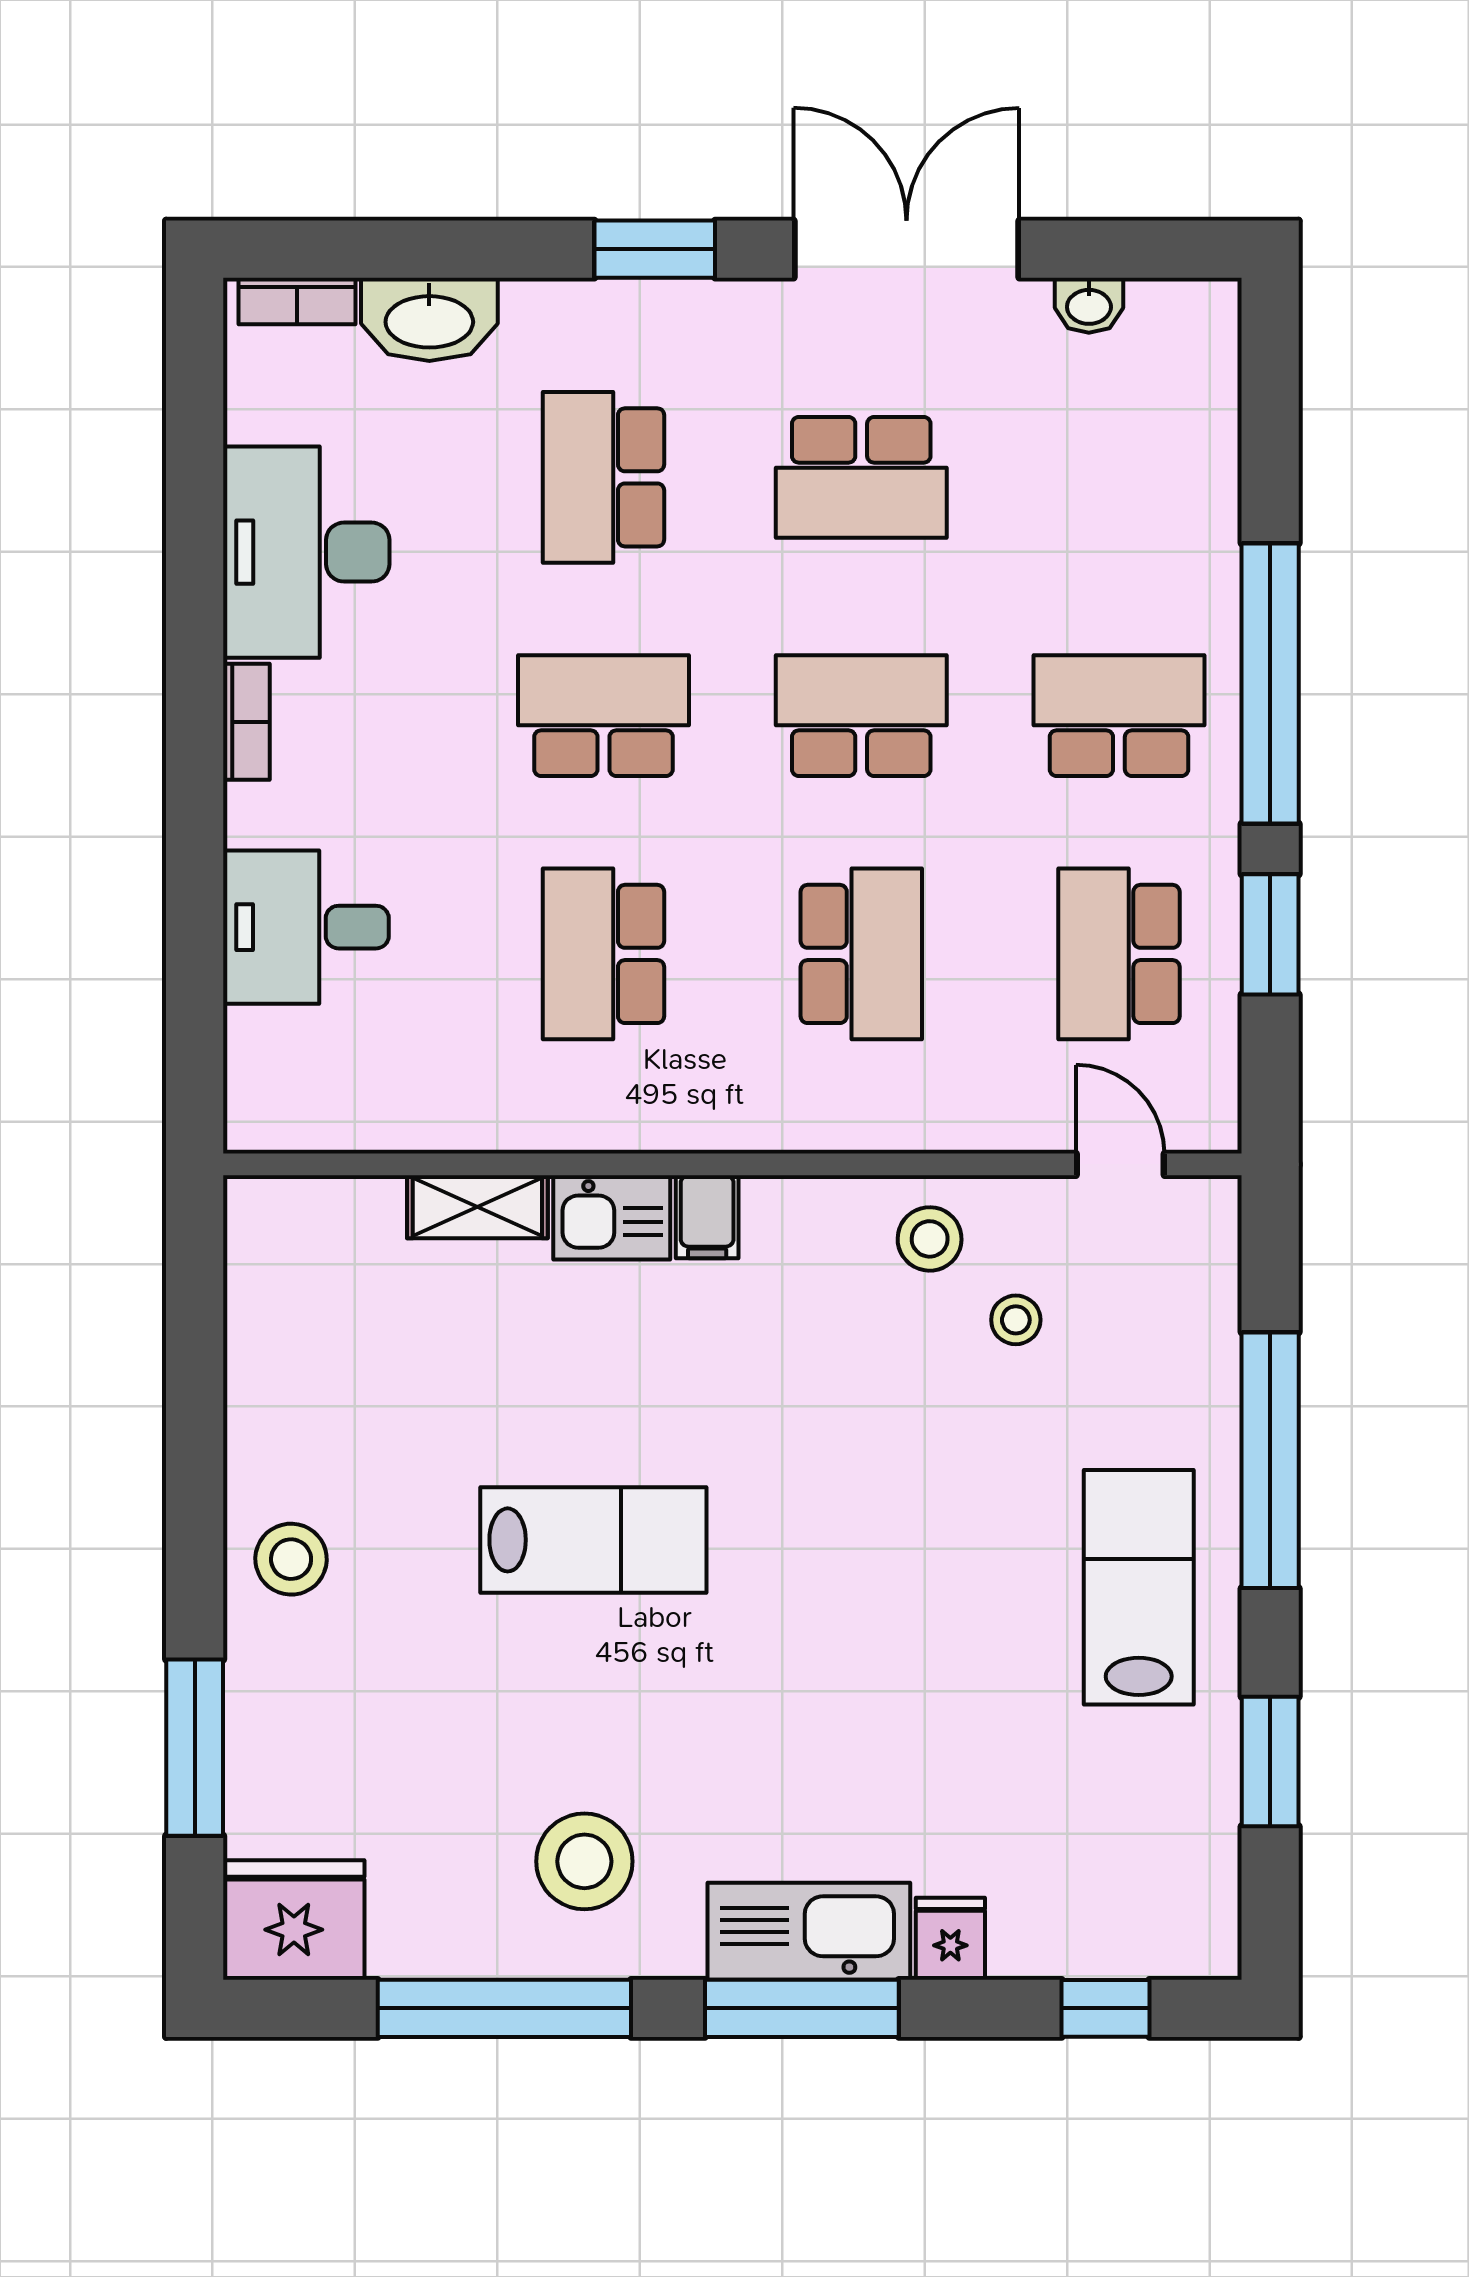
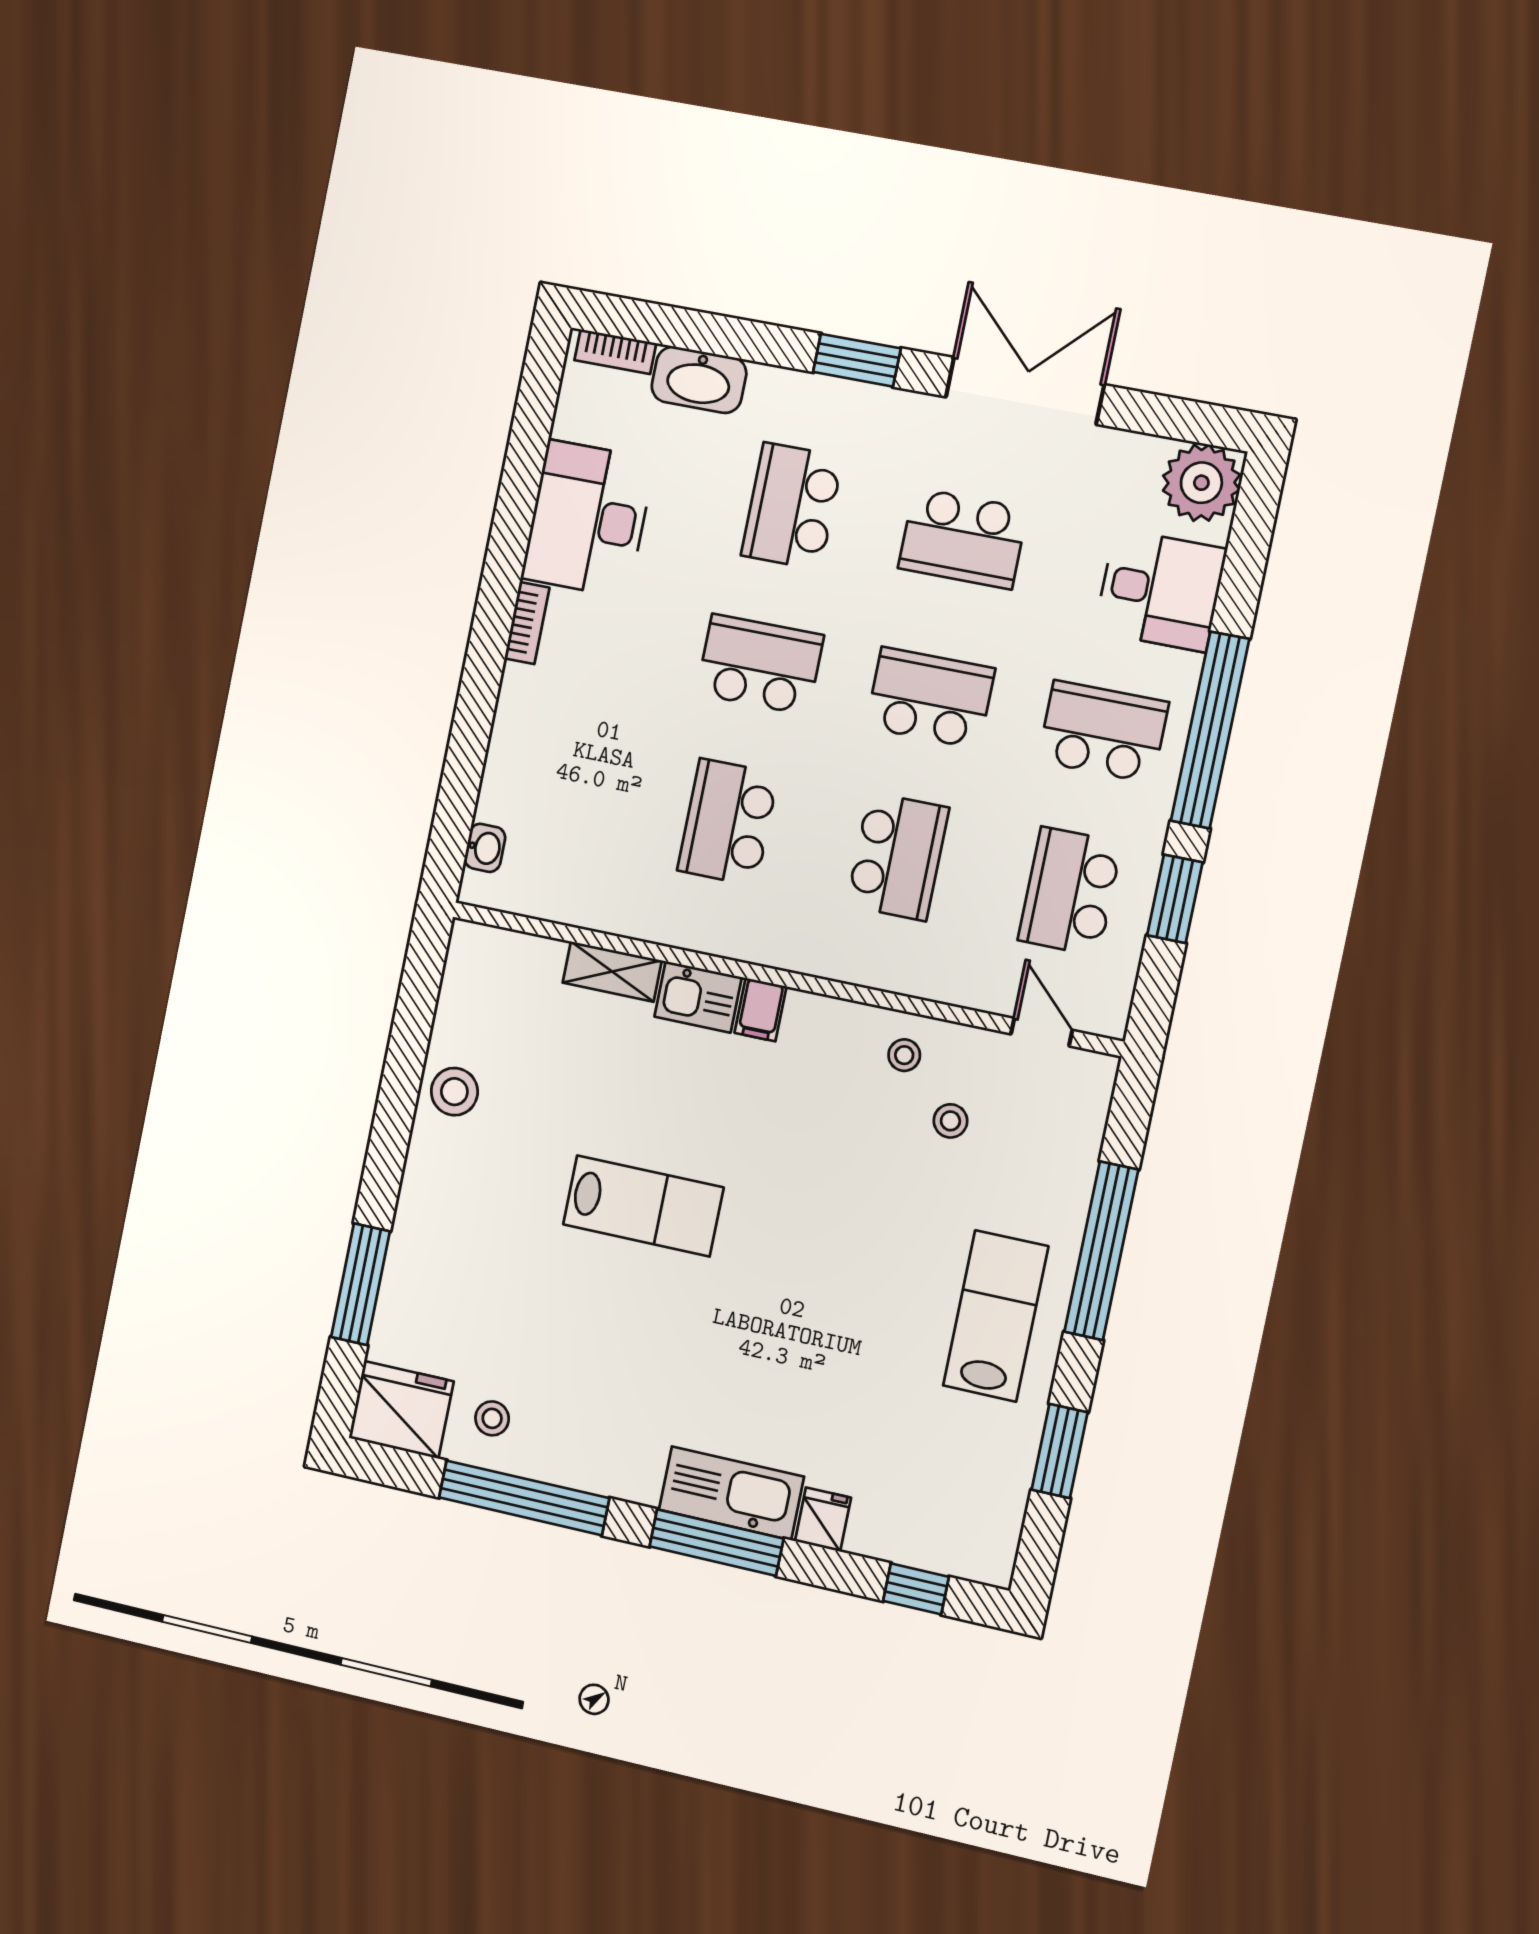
washbasin: (1089, 305) -> (485, 848), moved, turned -90
plant: (1185, 334) -> (1201, 483), added
desk: (306, 927) -> (1160, 590), moved, turned 180
stool: (930, 1239) -> (904, 1055), width x0.73, depth x0.73
stool: (291, 1559) -> (454, 1092), moved
stool: (584, 1861) -> (492, 1418), moved, width x0.53, depth x0.53

